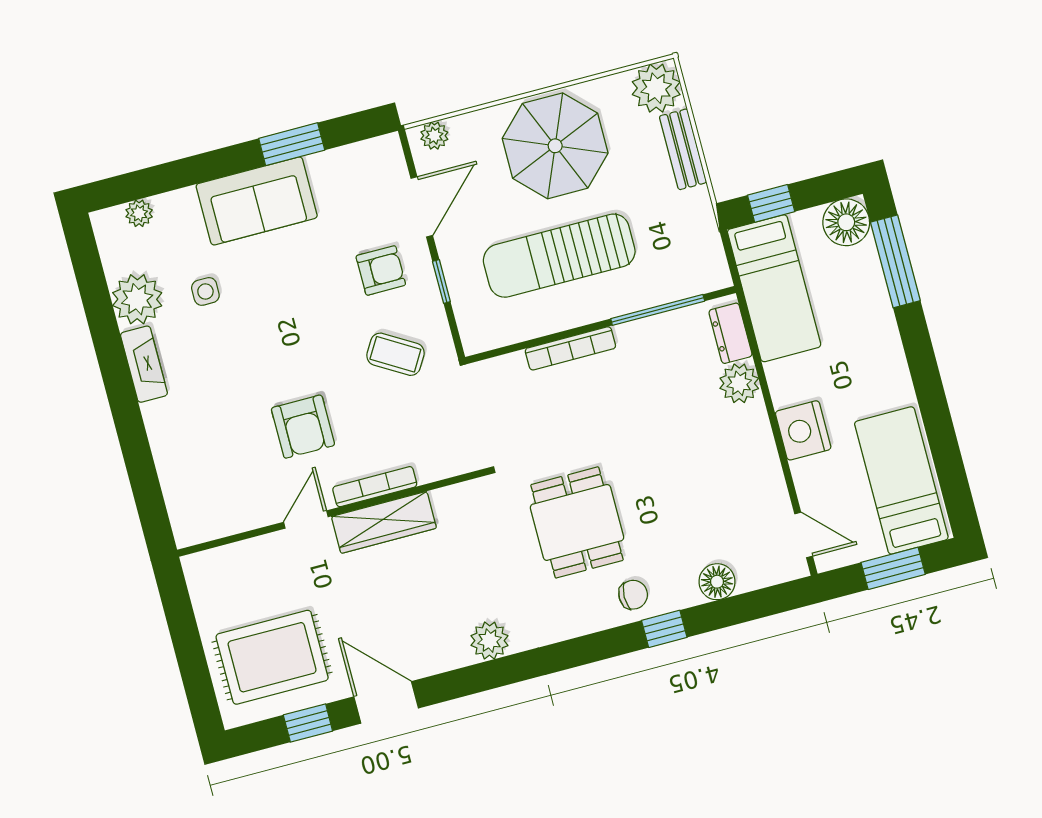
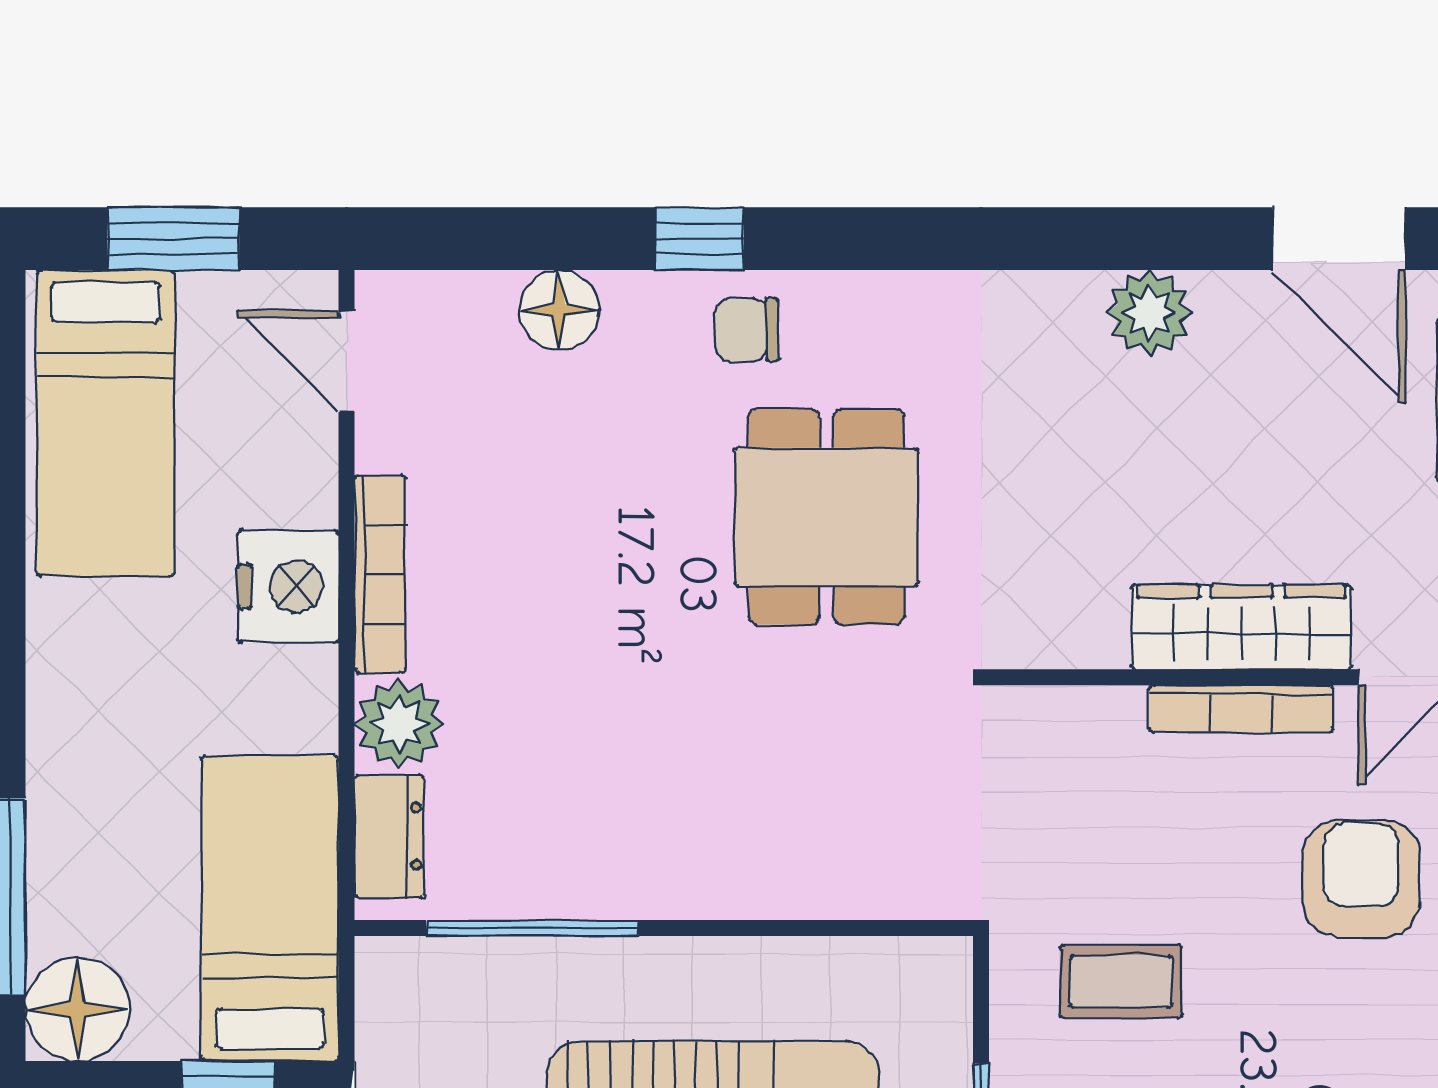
bookcase: (570, 348) -> (380, 574), moved, turned 90
coffee table: (395, 354) -> (1121, 982), turned -31
plant: (490, 641) -> (1149, 313), moved

